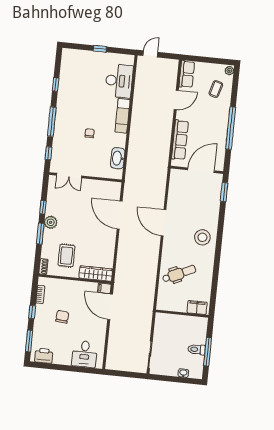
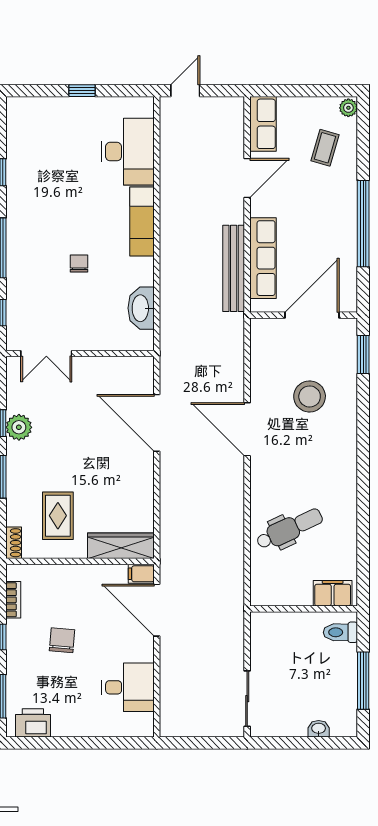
bench: (165, 143) -> (234, 268), added
plant: (51, 222) -> (19, 427), moved
stool: (202, 237) -> (310, 396), moved
toilet: (197, 349) -> (340, 632), moved
desk: (85, 354) -> (128, 687), moved, turned -90

